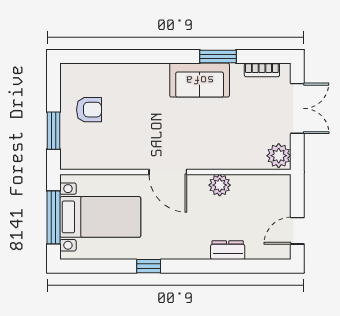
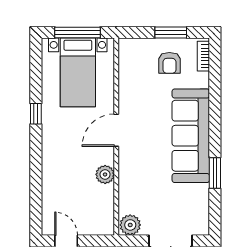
bookcase: (262, 70) -> (203, 56), moved
sofa: (200, 80) -> (191, 136), width x1.85, depth x1.27
window: (53, 131) -> (171, 32), moved
dresser: (228, 250) -> (49, 181), removed

